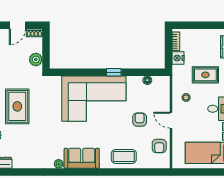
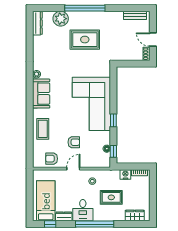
plant: (36, 59) -> (124, 55), removed
window: (151, 72) -> (113, 151), added
rug: (205, 75) -> (111, 197), turned 90

